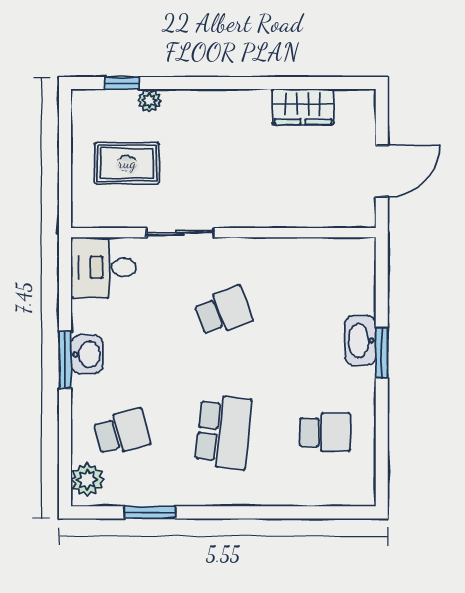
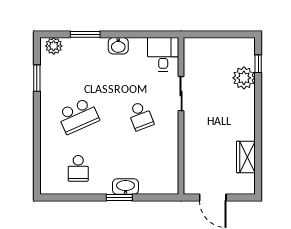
plant: (149, 101) -> (244, 78), width x1.88, depth x1.88
rug: (127, 163) -> (217, 66), removed
window: (65, 360) -> (85, 34), moved
school desk: (122, 432) -> (78, 64), removed
school desk: (223, 432) -> (78, 116), turned -30

